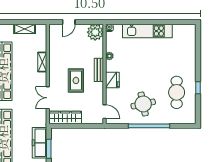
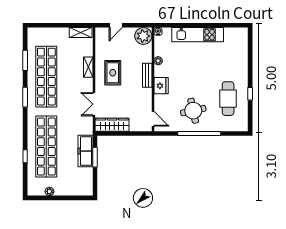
shelving: (25, 29) -> (81, 33), moved
rug: (76, 80) -> (113, 73), moved

